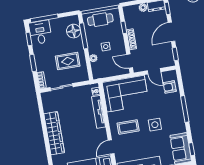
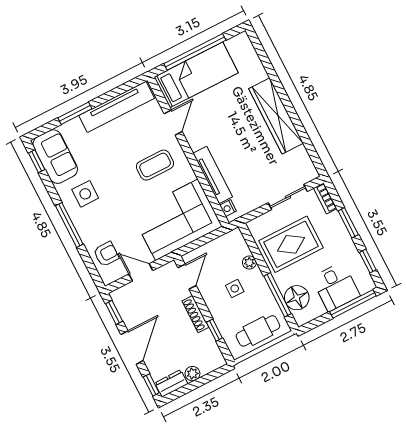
desk: (40, 32) -> (336, 287), moved
rug: (68, 61) -> (291, 244), width x1.36, depth x1.43
door: (130, 61) -> (187, 277), hinge flipped
side table: (155, 125) -> (85, 194), moved

